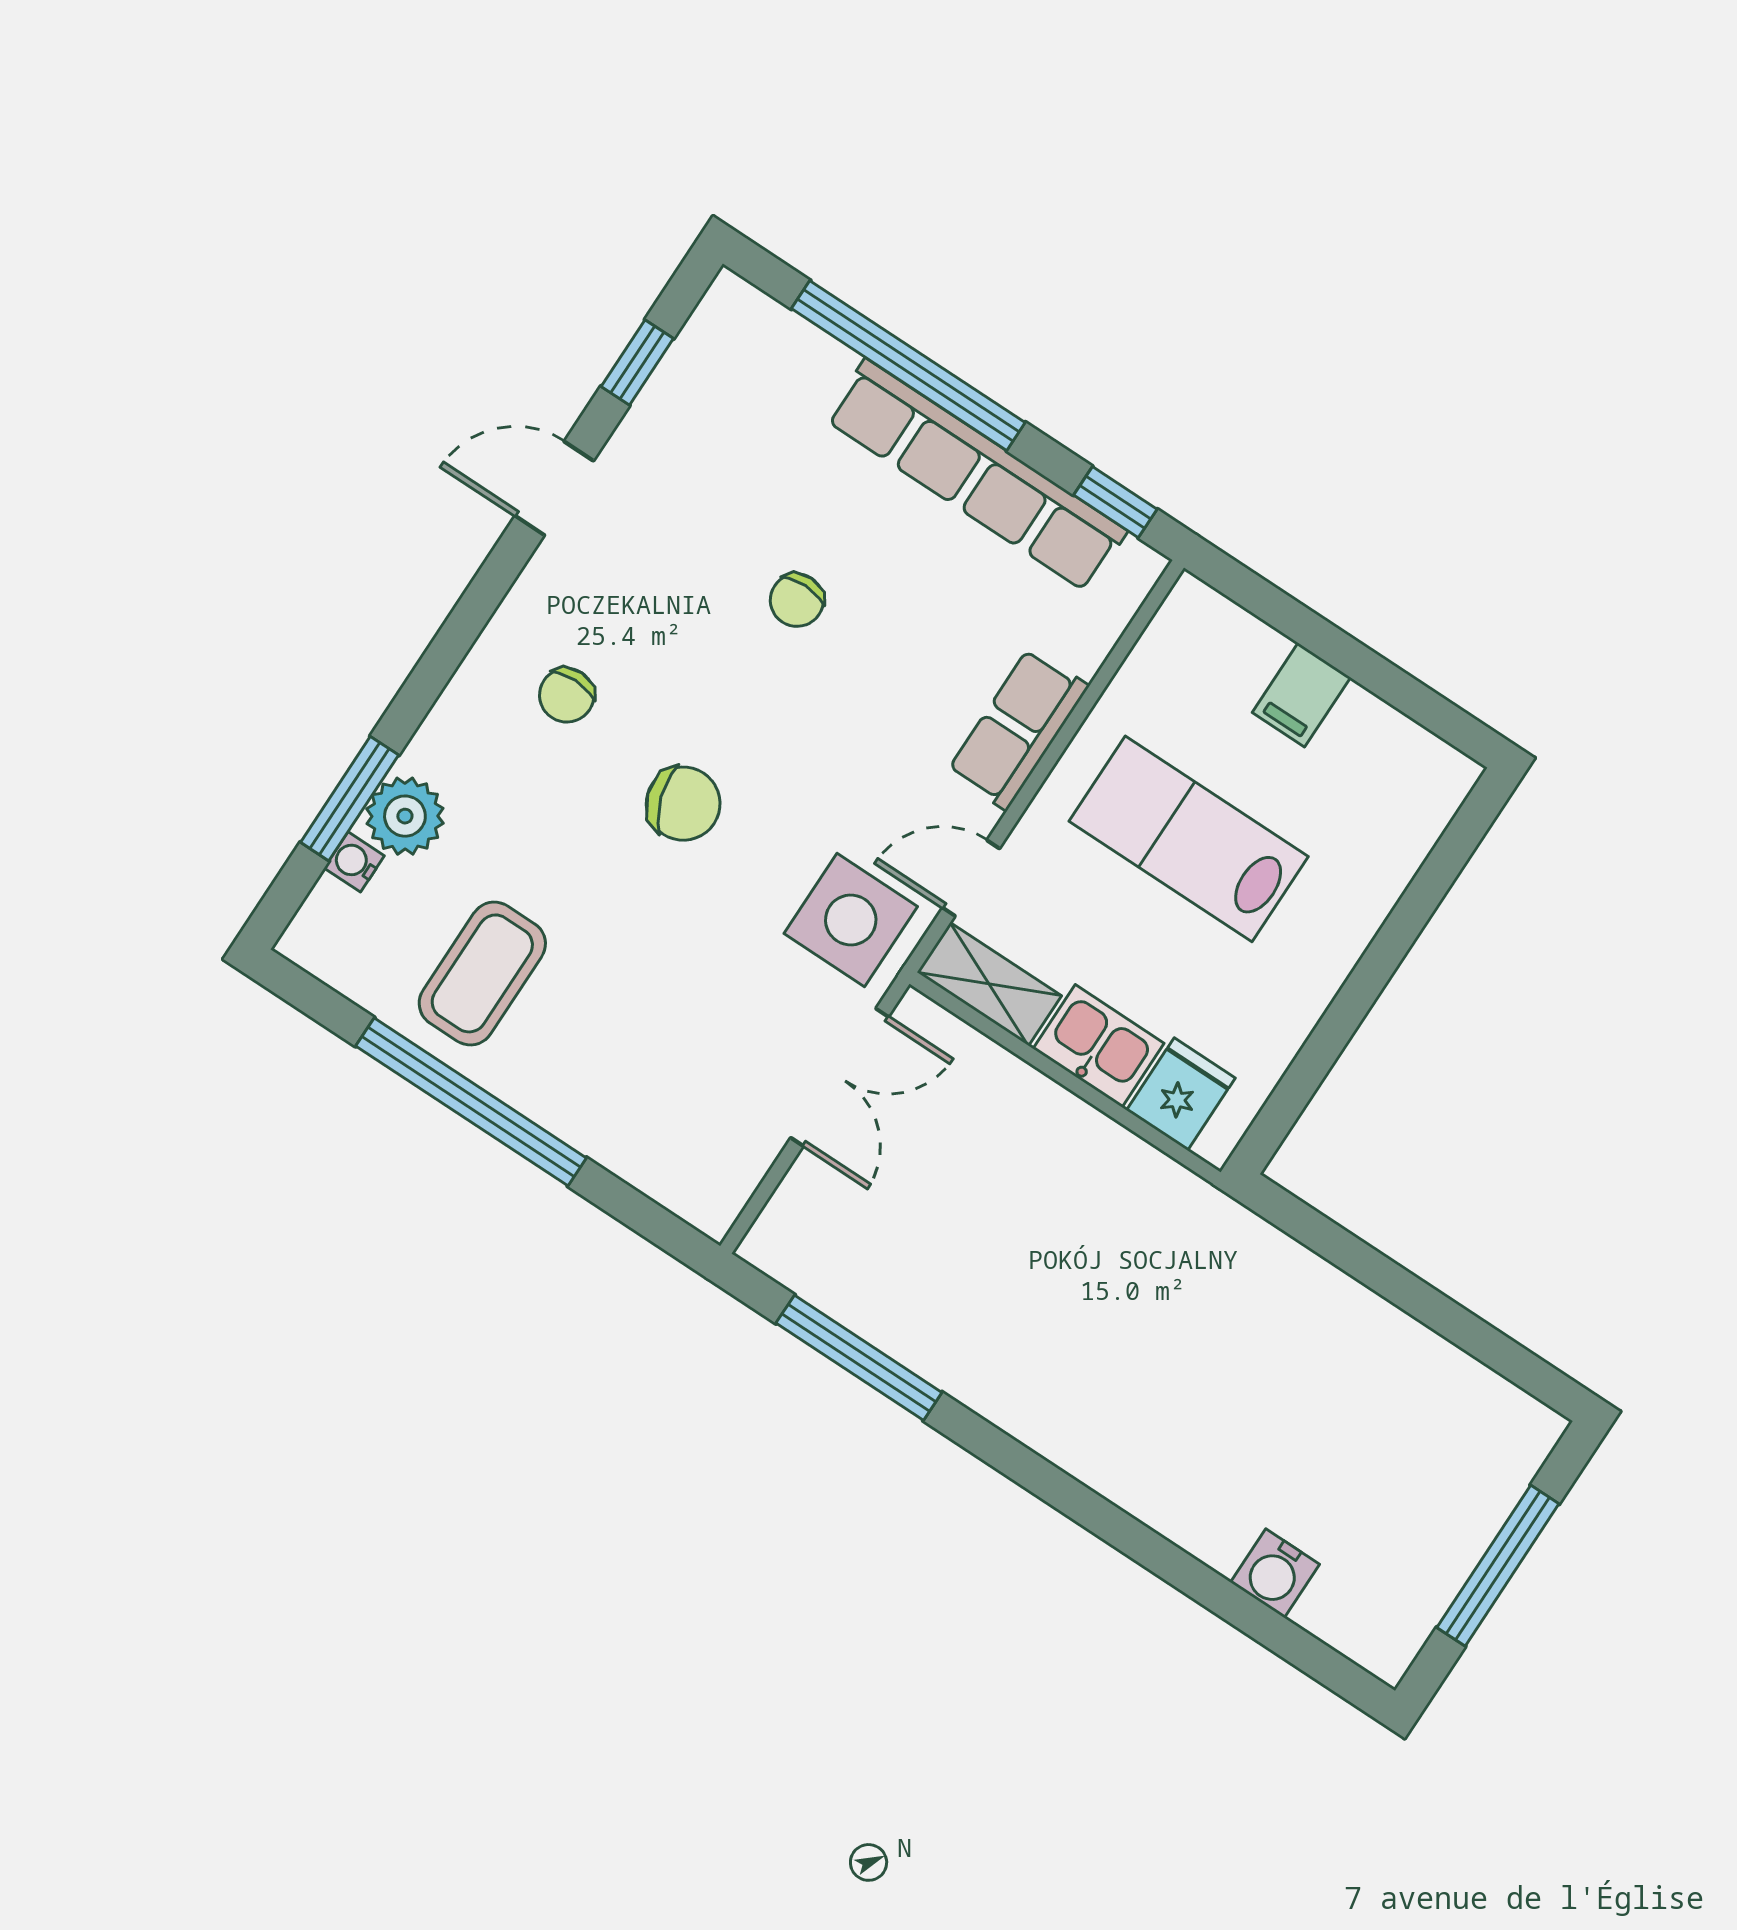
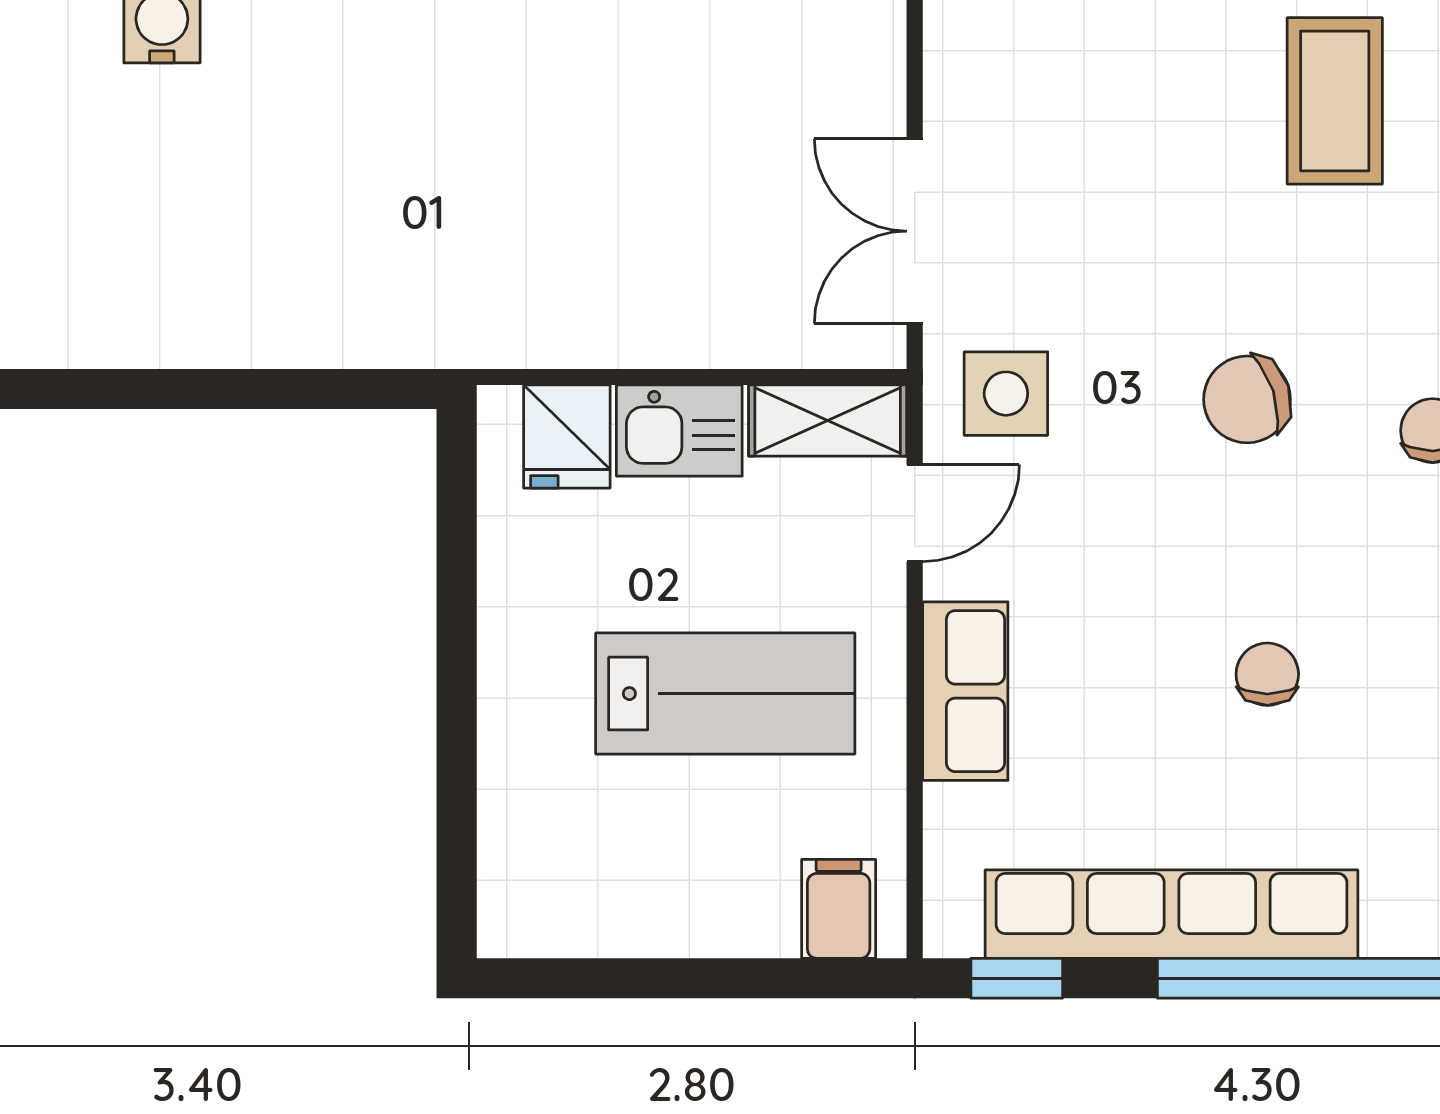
filing cabinet: (1301, 695) -> (839, 909), moved
side table: (851, 920) -> (1006, 394), width x0.73, depth x0.73

